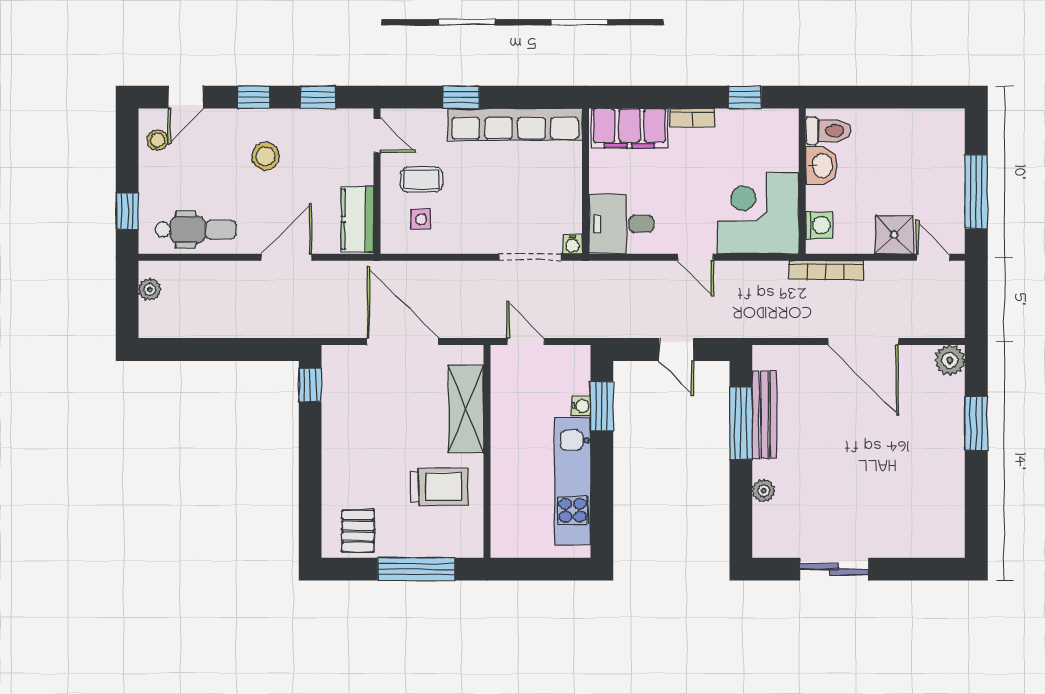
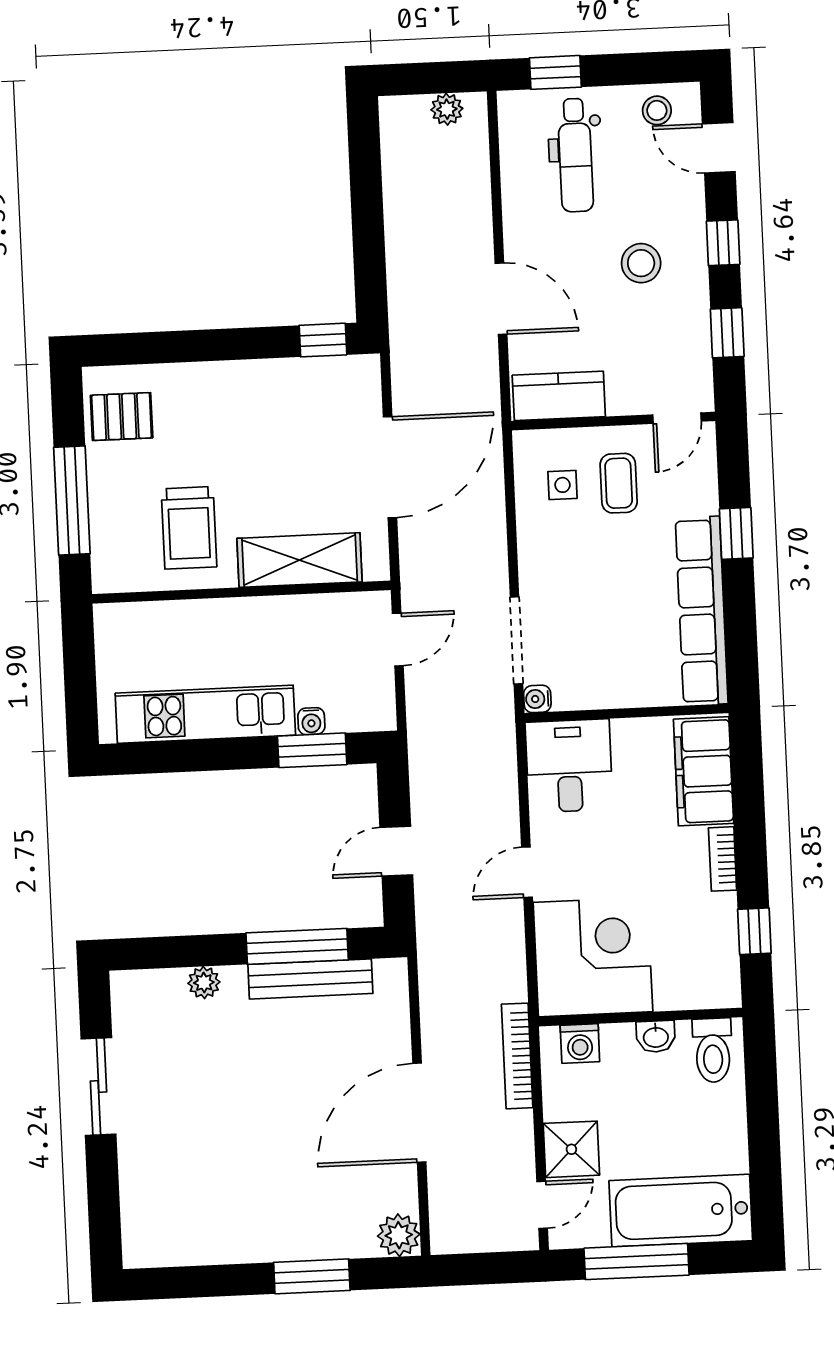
bathtub: (941, 159) -> (681, 1211), added
washbasin: (822, 166) -> (656, 1037), width x0.72, depth x0.69
dental chair: (196, 230) -> (575, 155), moved

